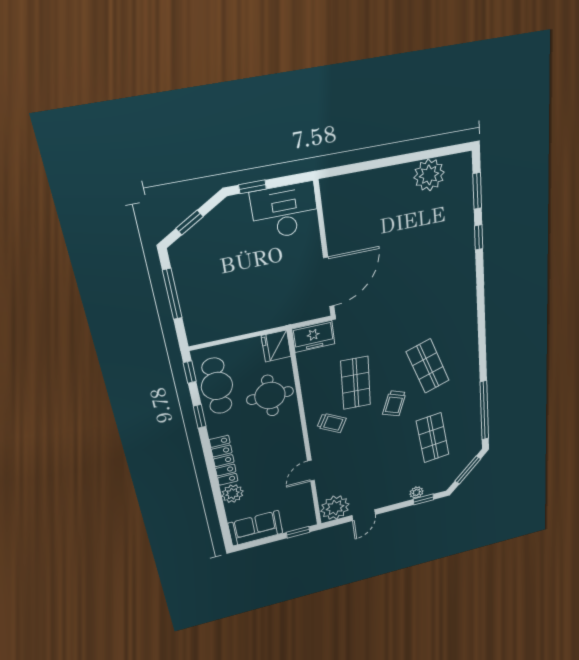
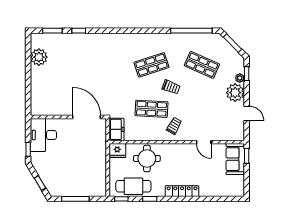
shop shelf: (433, 438) -> (202, 65), turned 30
plant: (232, 494) -> (206, 190), removed
plant: (335, 508) -> (235, 93), moved
sofa: (255, 528) -> (235, 159), moved

